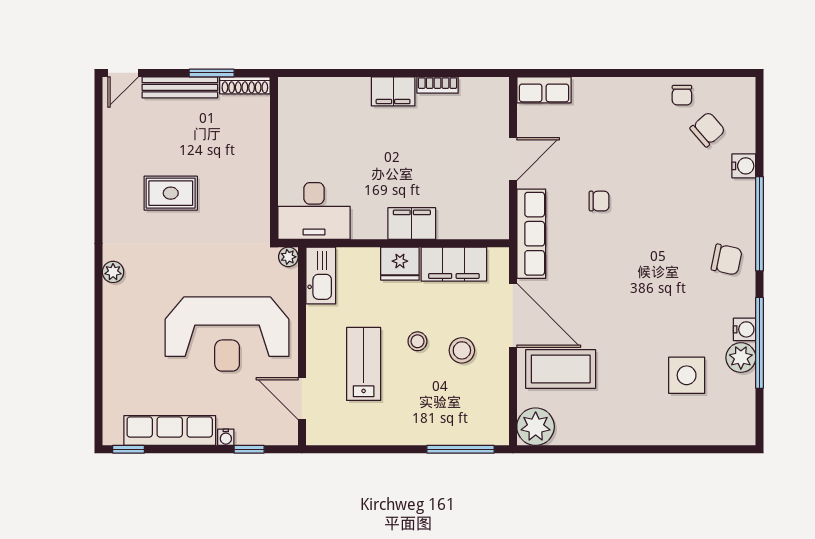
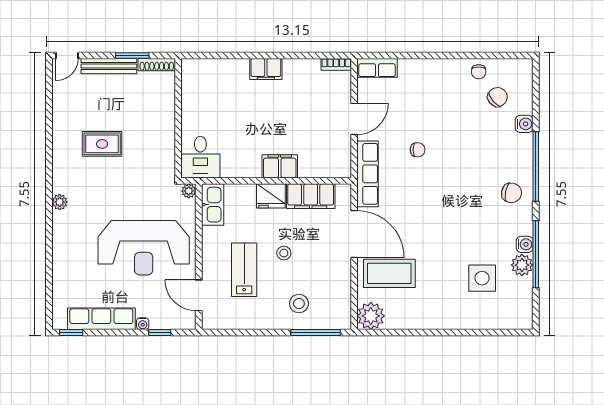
bookcase: (438, 85) -> (336, 64), moved
desk: (314, 211) -> (200, 157), width x0.73
stool: (462, 350) -> (299, 303), moved

